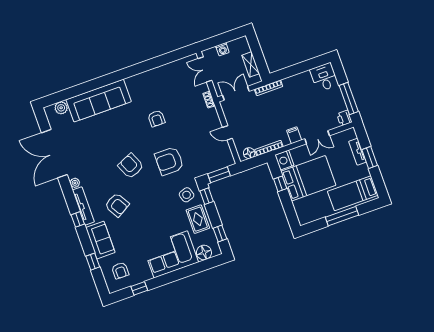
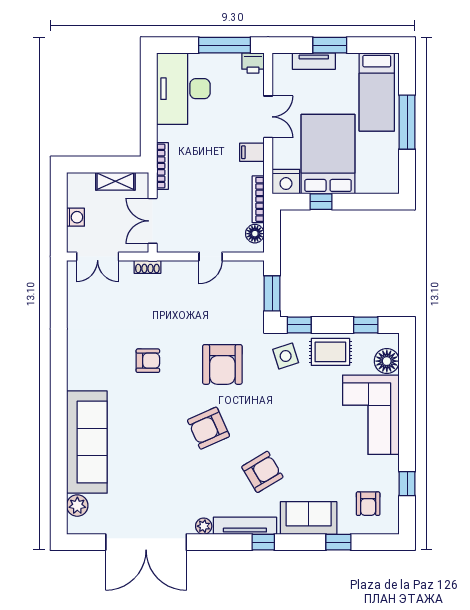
desk: (324, 77) -> (183, 89), width x1.87, depth x1.30
armchair: (120, 271) -> (368, 504), turned 90

